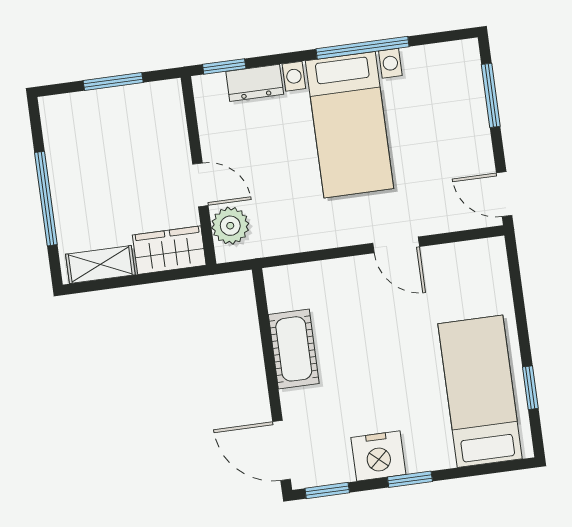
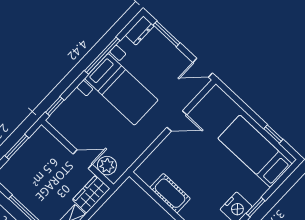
dresser: (255, 83) -> (140, 31), moved

